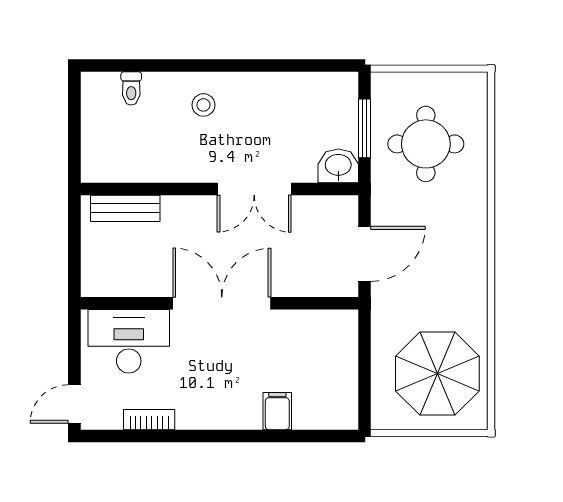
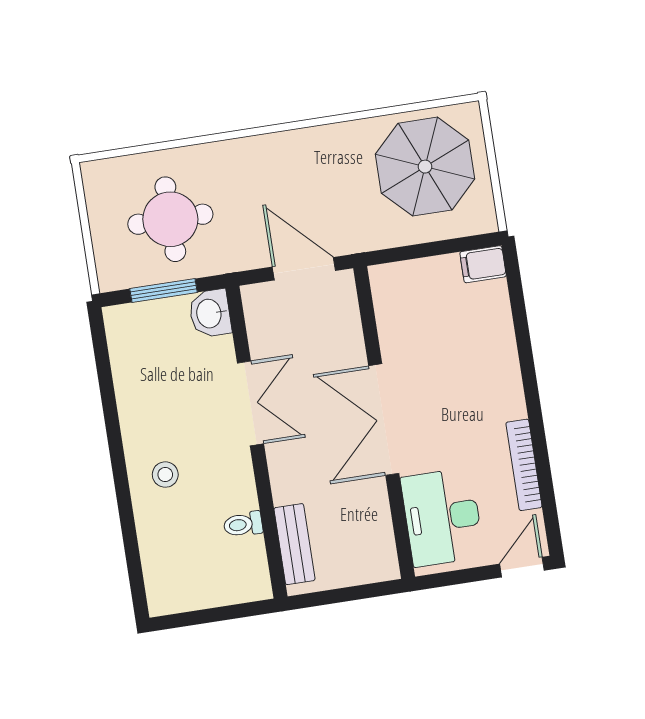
toilet: (131, 88) -> (243, 524), moved, turned 180
door: (74, 404) -> (522, 567), swing flipped
filing cabinet: (277, 411) -> (483, 264), moved
bookcase: (149, 420) -> (524, 465), width x1.56

